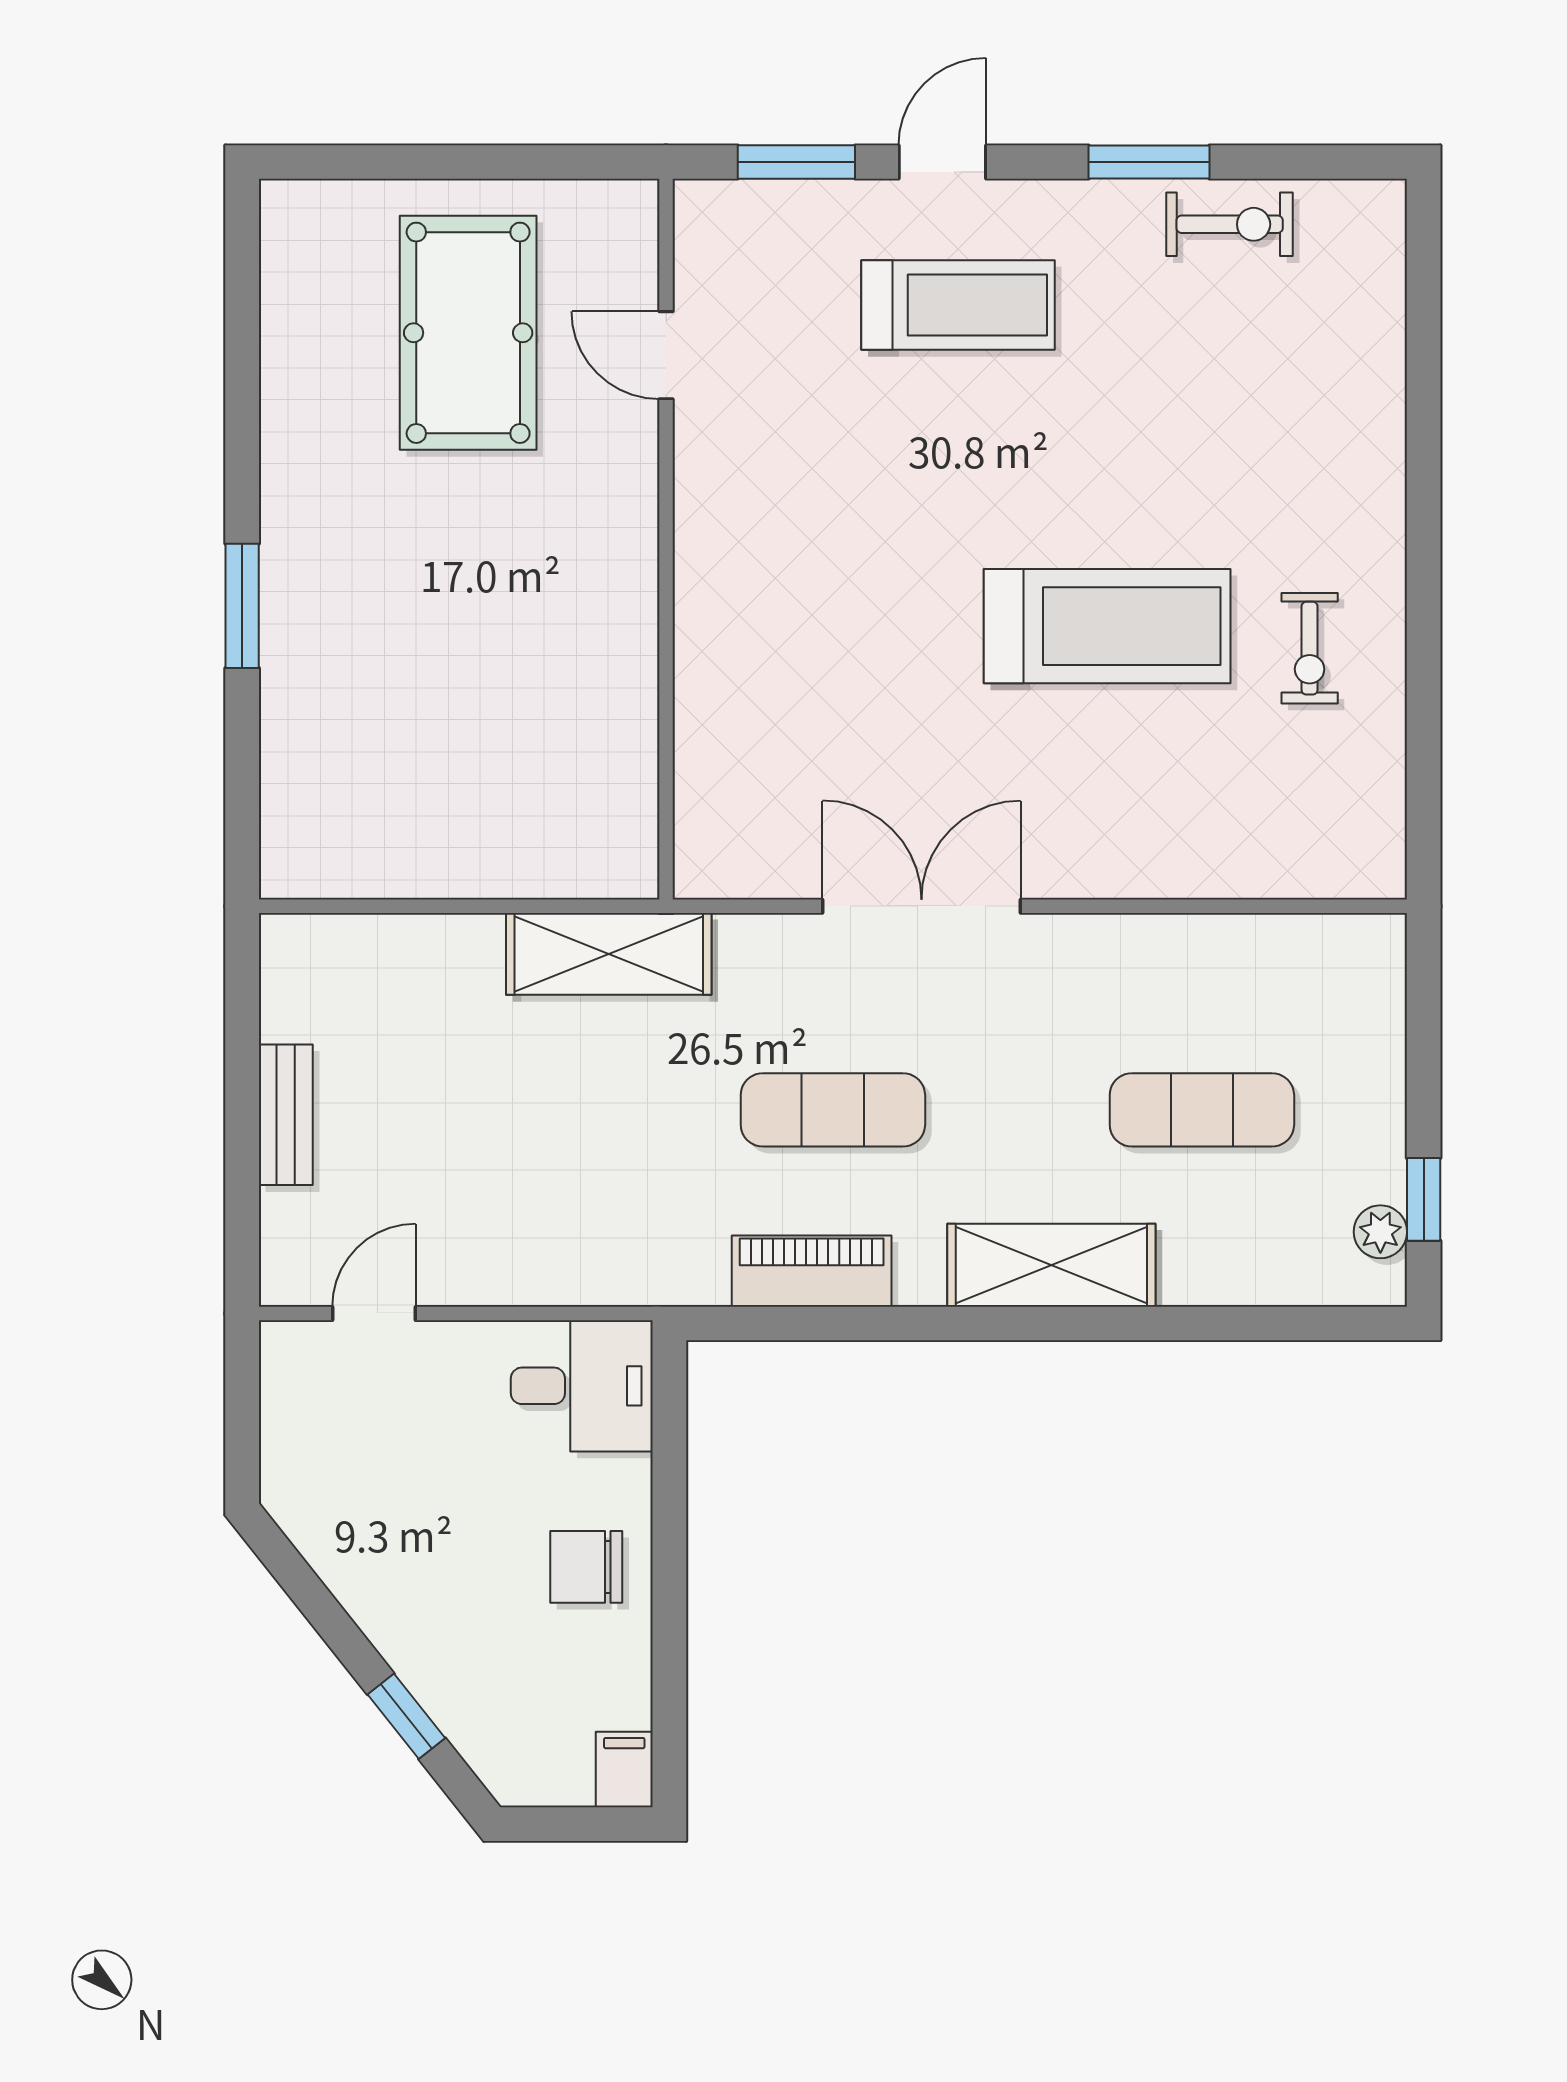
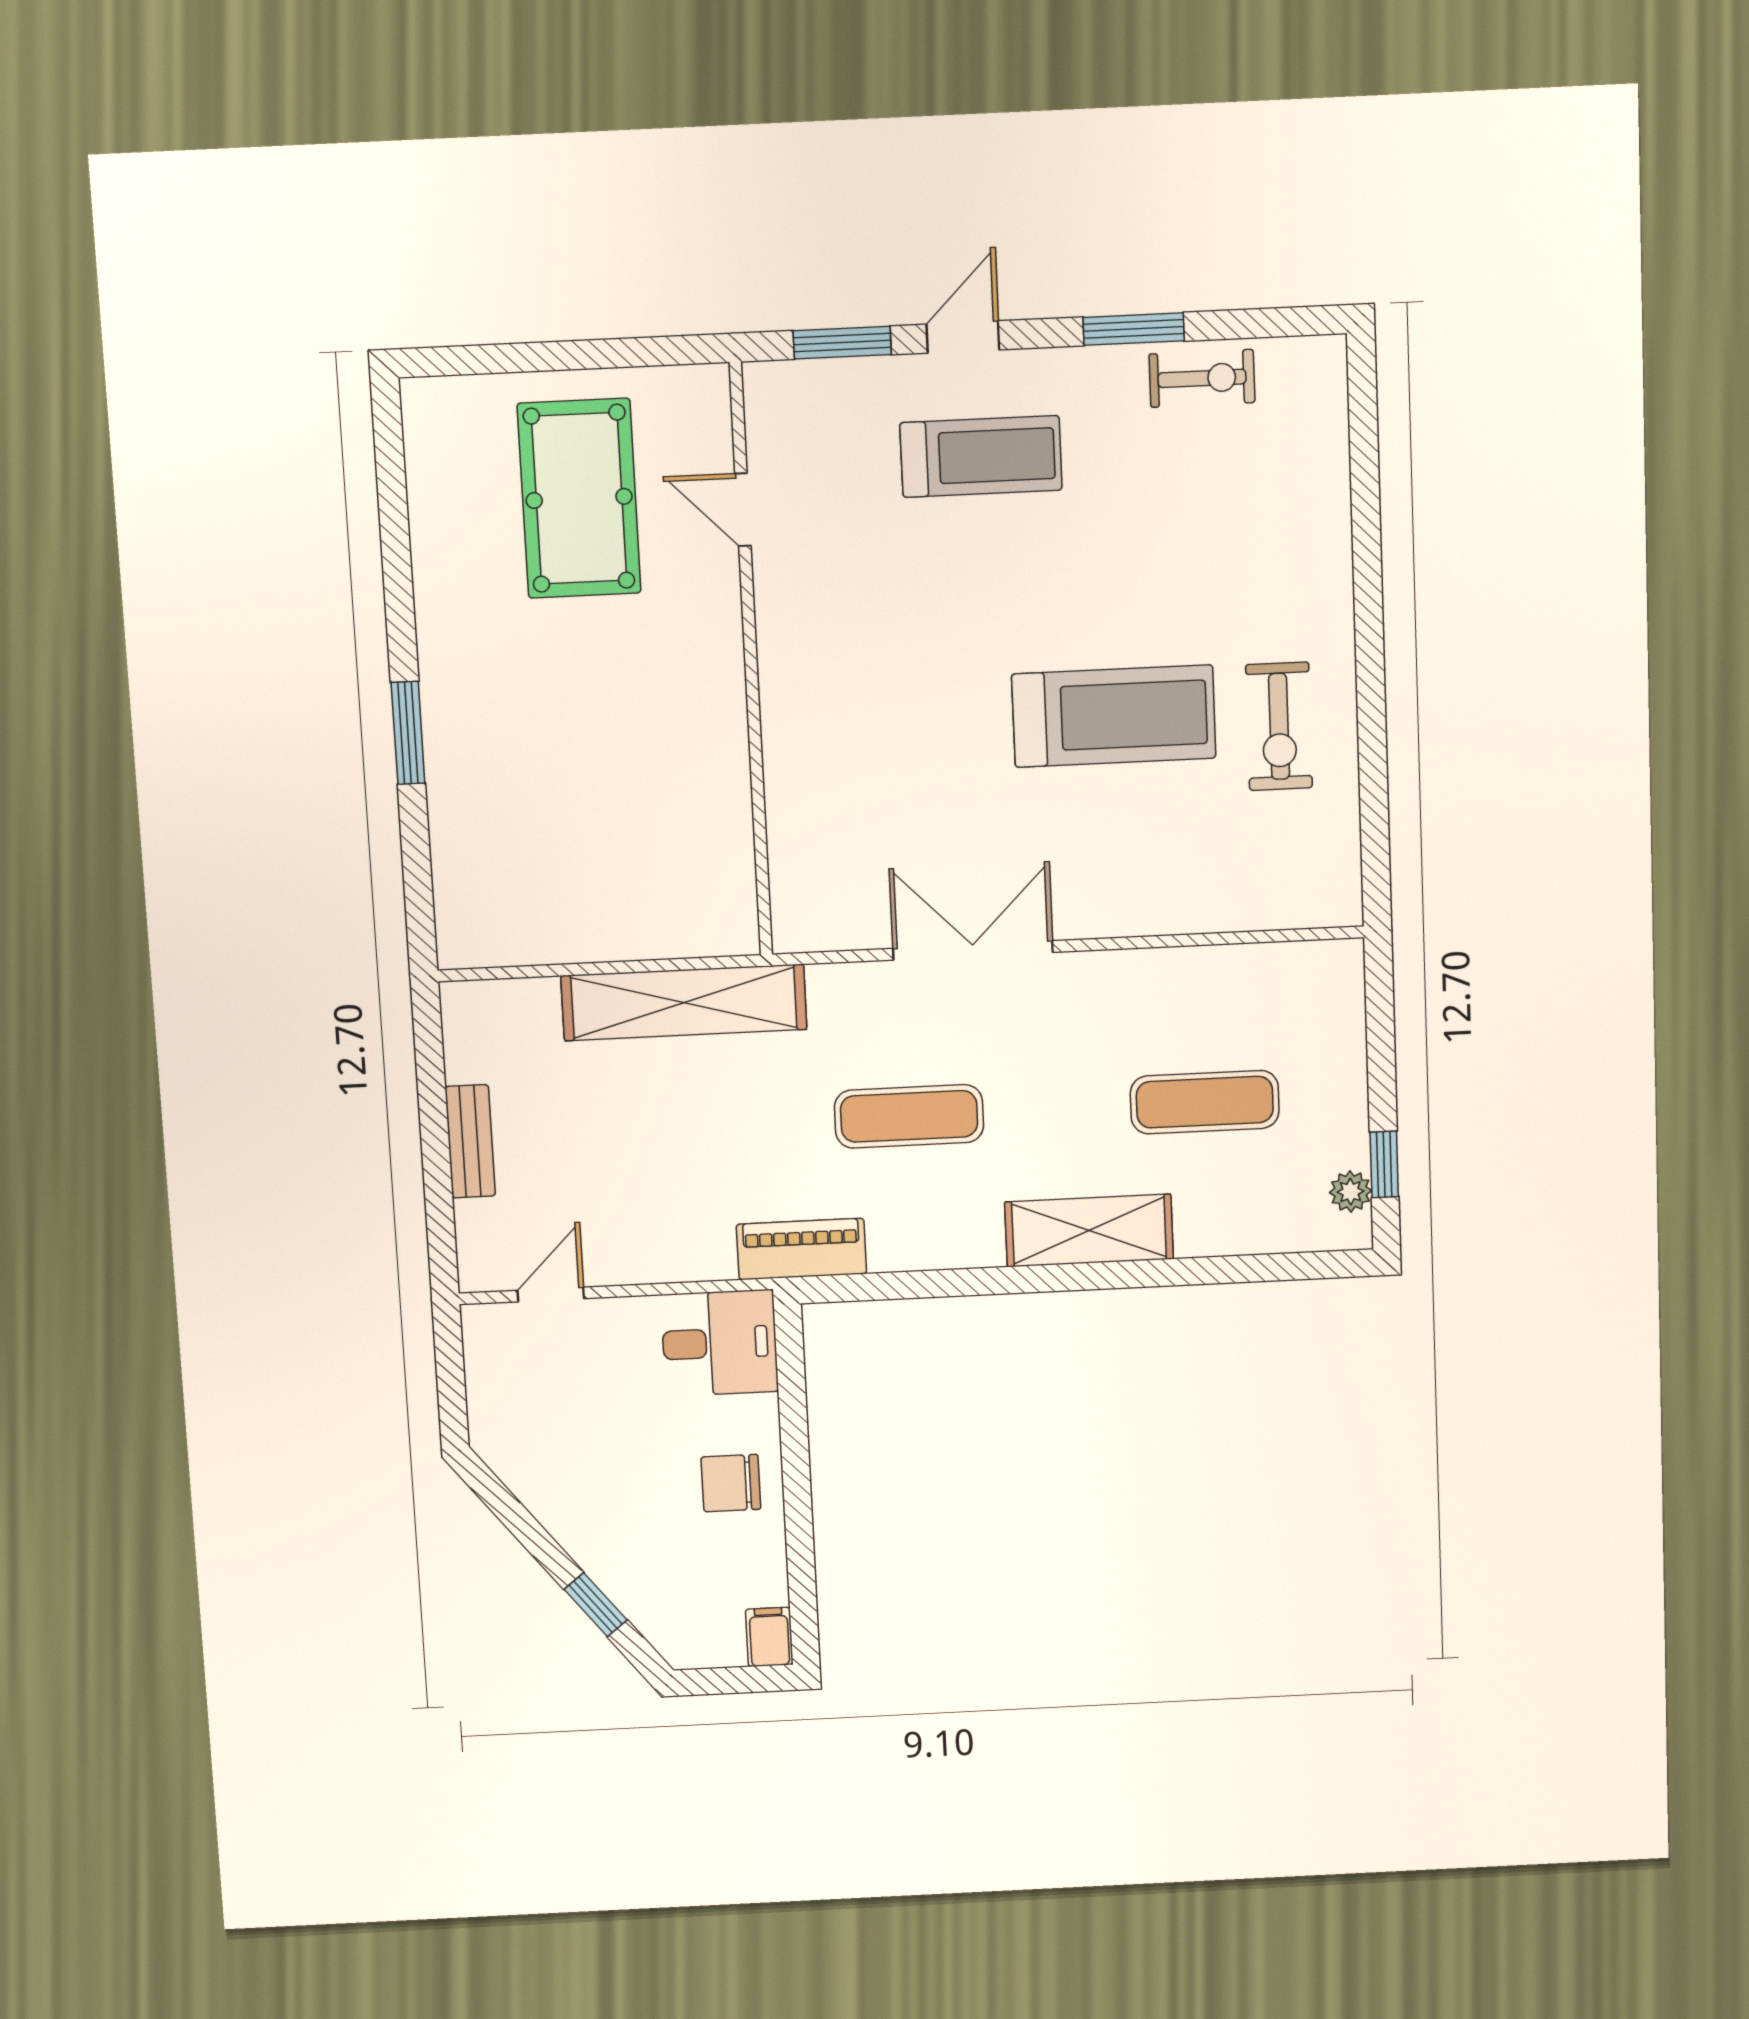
exercise bike: (1310, 648) -> (1279, 726), width x1.38, depth x1.39
shelving: (609, 954) -> (684, 1003), width x1.47
piano: (812, 1271) -> (801, 1249), moved

